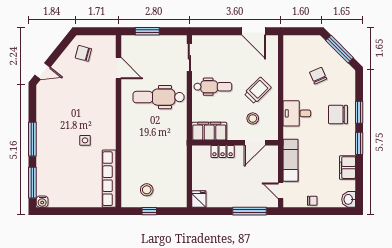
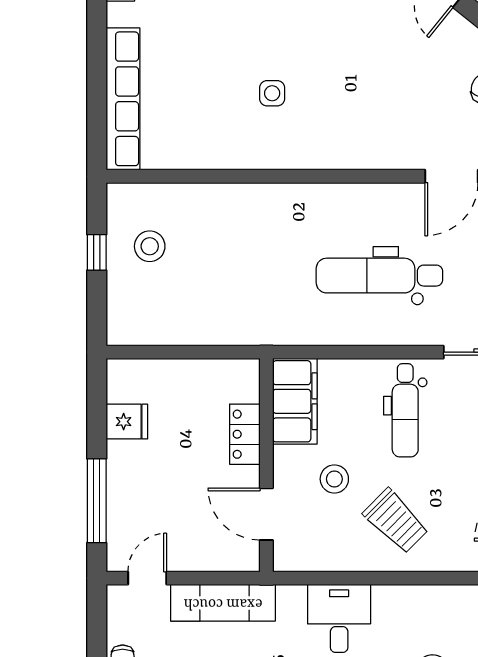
dental chair: (159, 97) -> (379, 276), turned -90
stool: (253, 118) -> (334, 479), moved
row of seats: (109, 179) -> (123, 99), moved, turned 90
fridge: (199, 199) -> (127, 422), moved

